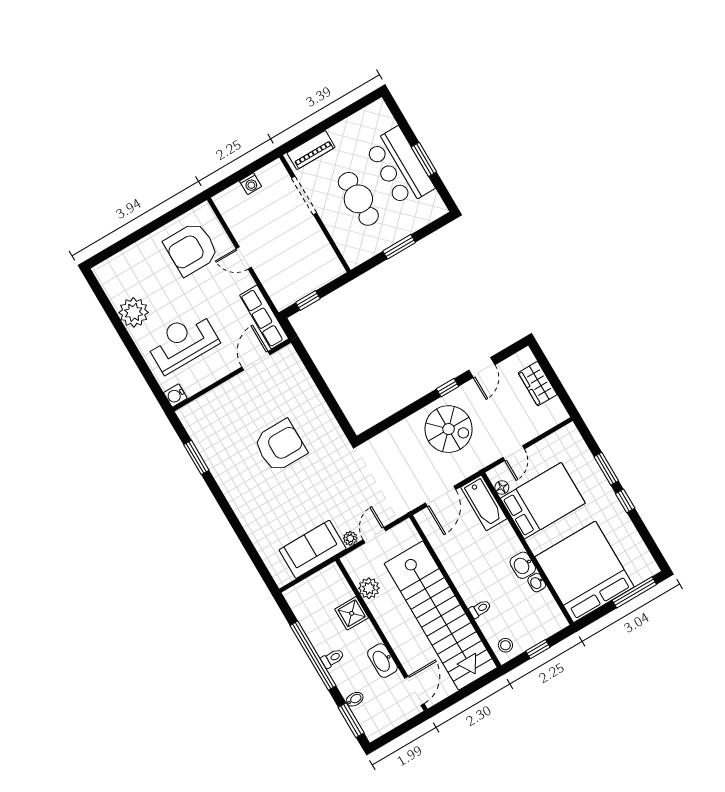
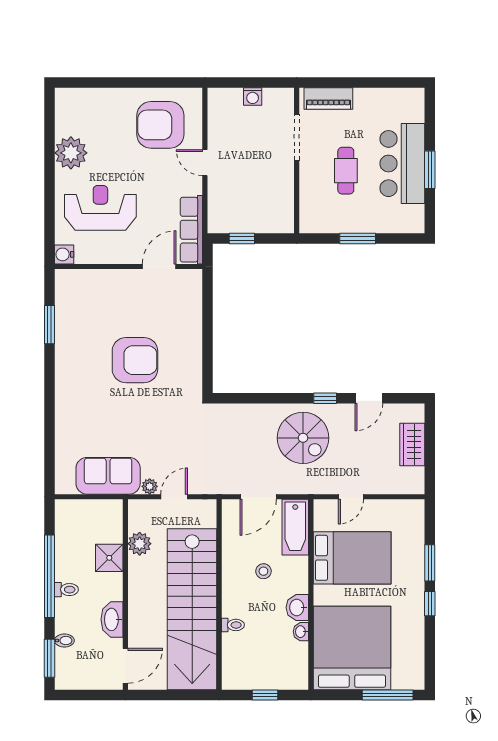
cafe table: (358, 199) -> (346, 171), width x0.73, depth x0.74
floor lamp: (502, 487) -> (321, 523), removed
stool: (505, 645) -> (263, 571), moved

